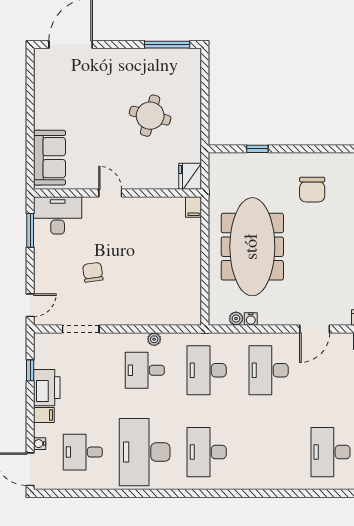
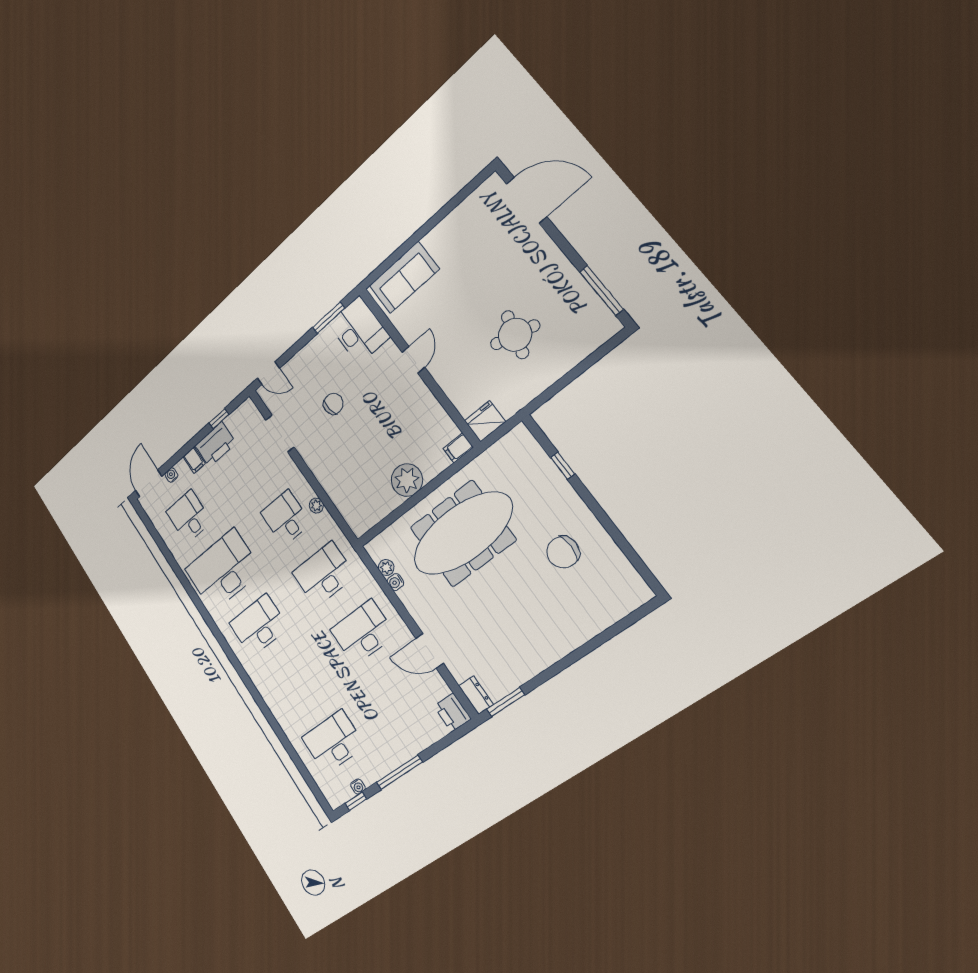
plant: (188, 259) -> (407, 480), added

